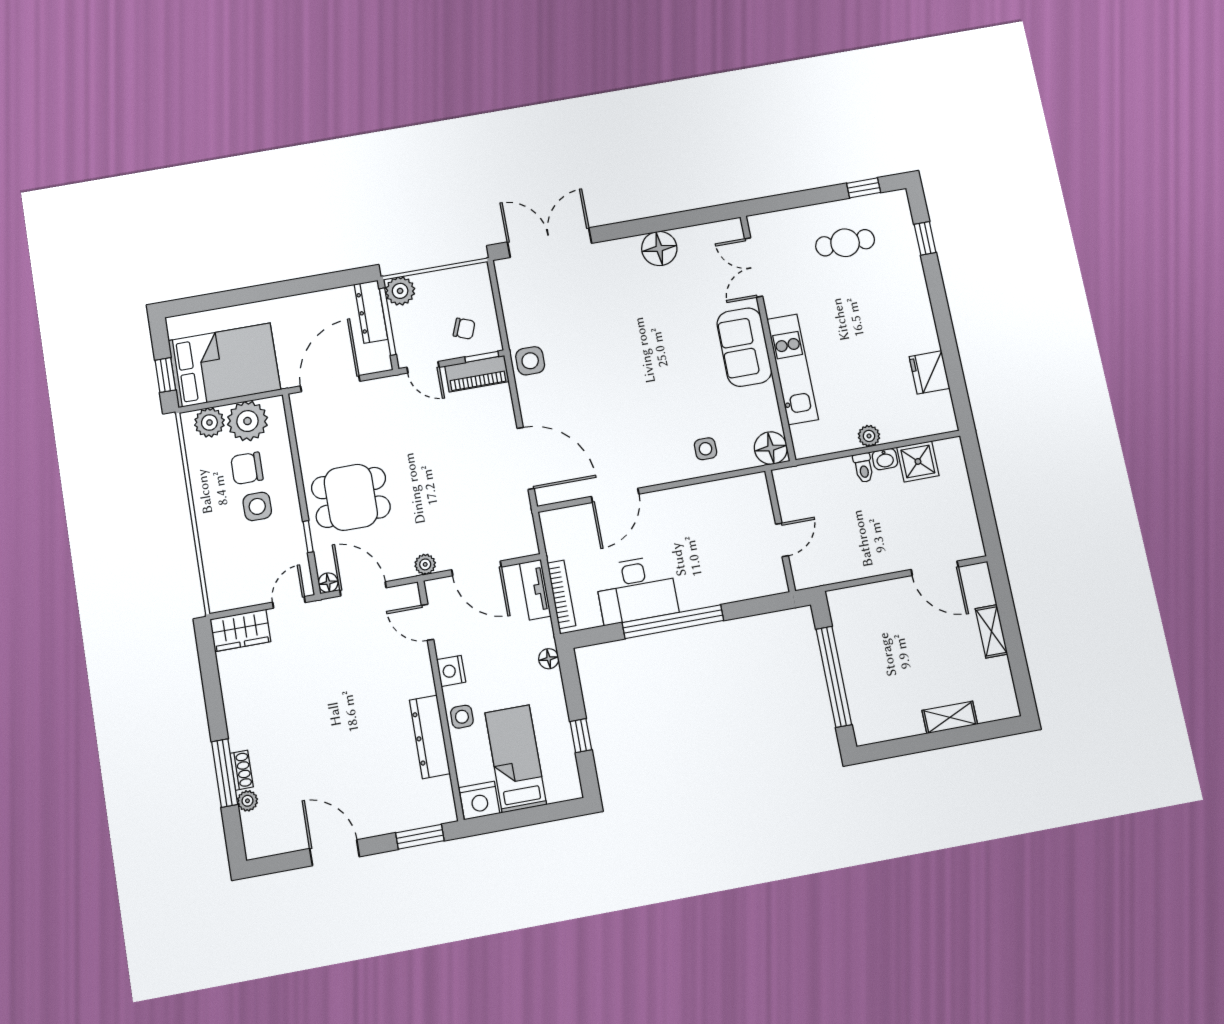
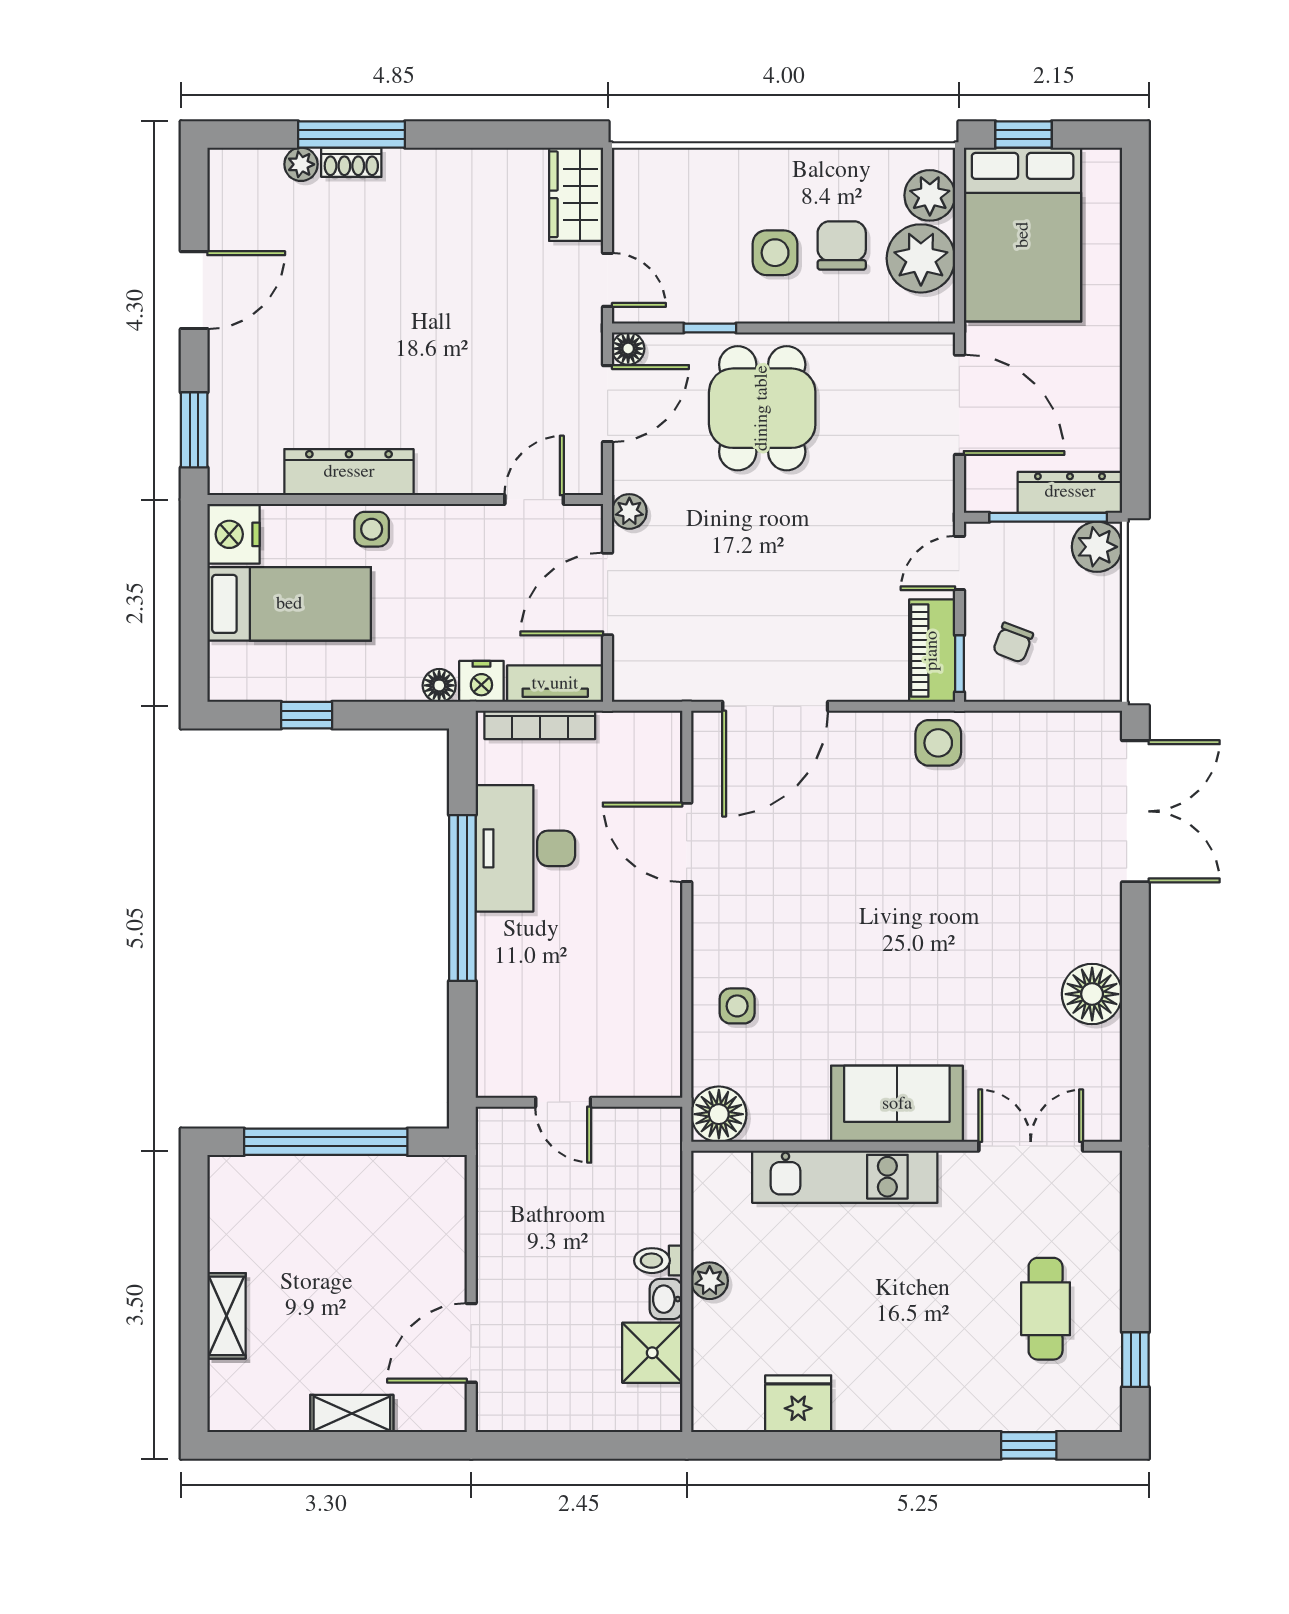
nightstand: (451, 671) -> (481, 681), moved, turned 180

